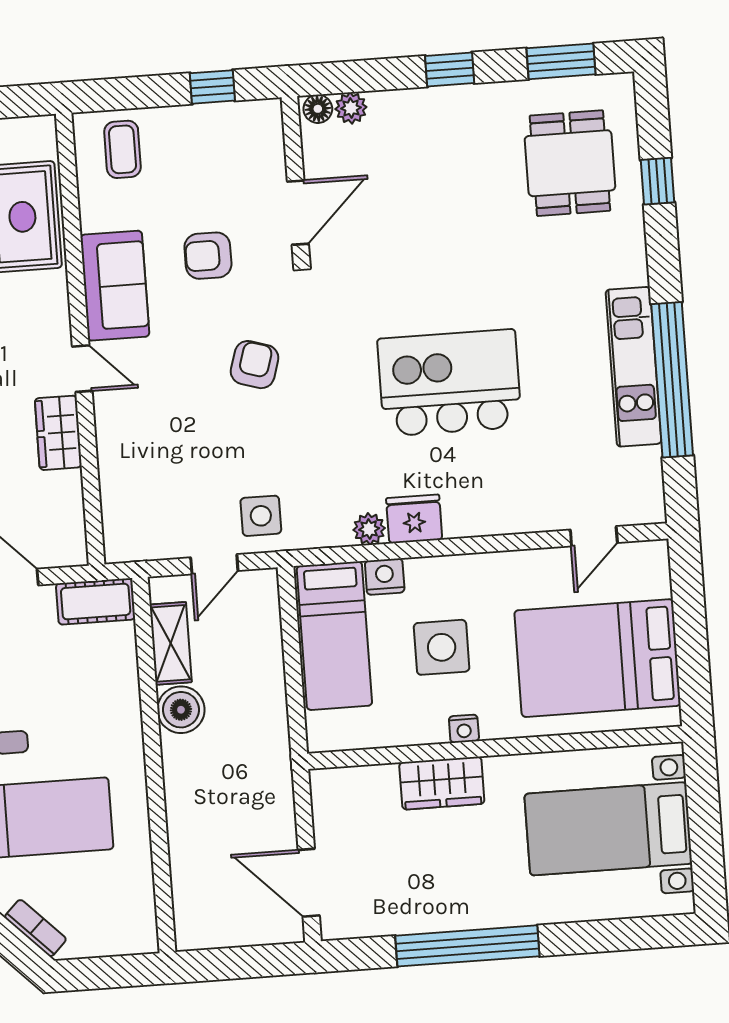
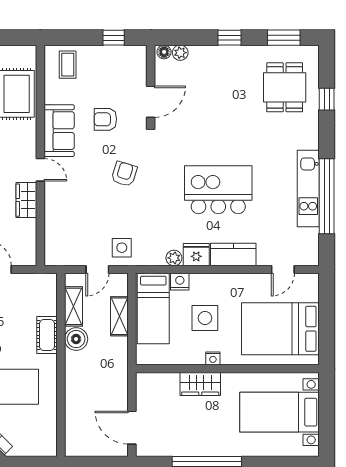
kitchen counter: (490, 513) -> (233, 254), added
cot: (96, 601) -> (47, 335), moved, turned 90
shelving: (266, 657) -> (119, 316), added

